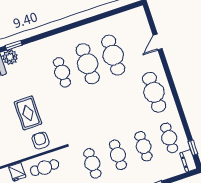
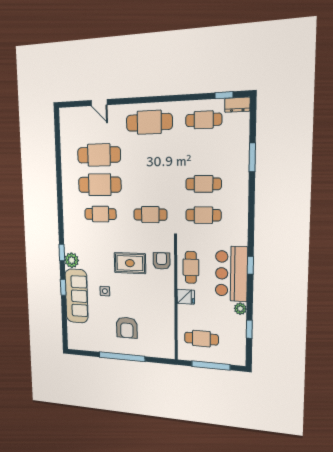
armchair: (40, 141) -> (162, 261), turned 90
cafe table: (144, 146) -> (150, 215), moved

